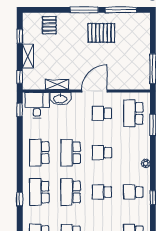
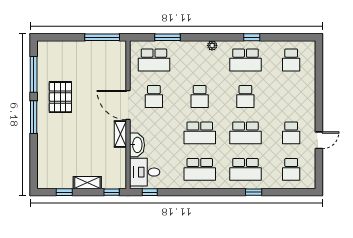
pallet: (49, 25) -> (51, 158), removed
shelving: (57, 84) -> (120, 134), moved
school desk: (133, 192) -> (245, 60), width x1.85

